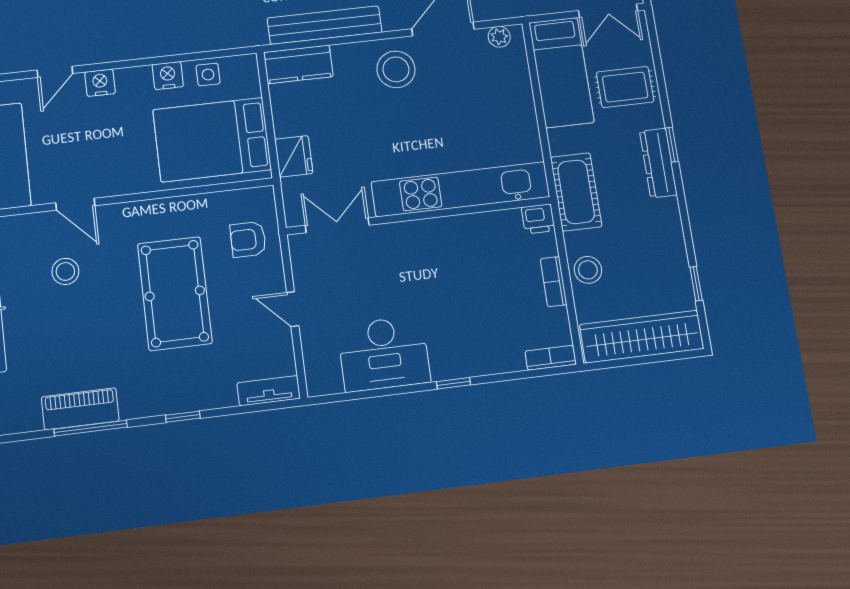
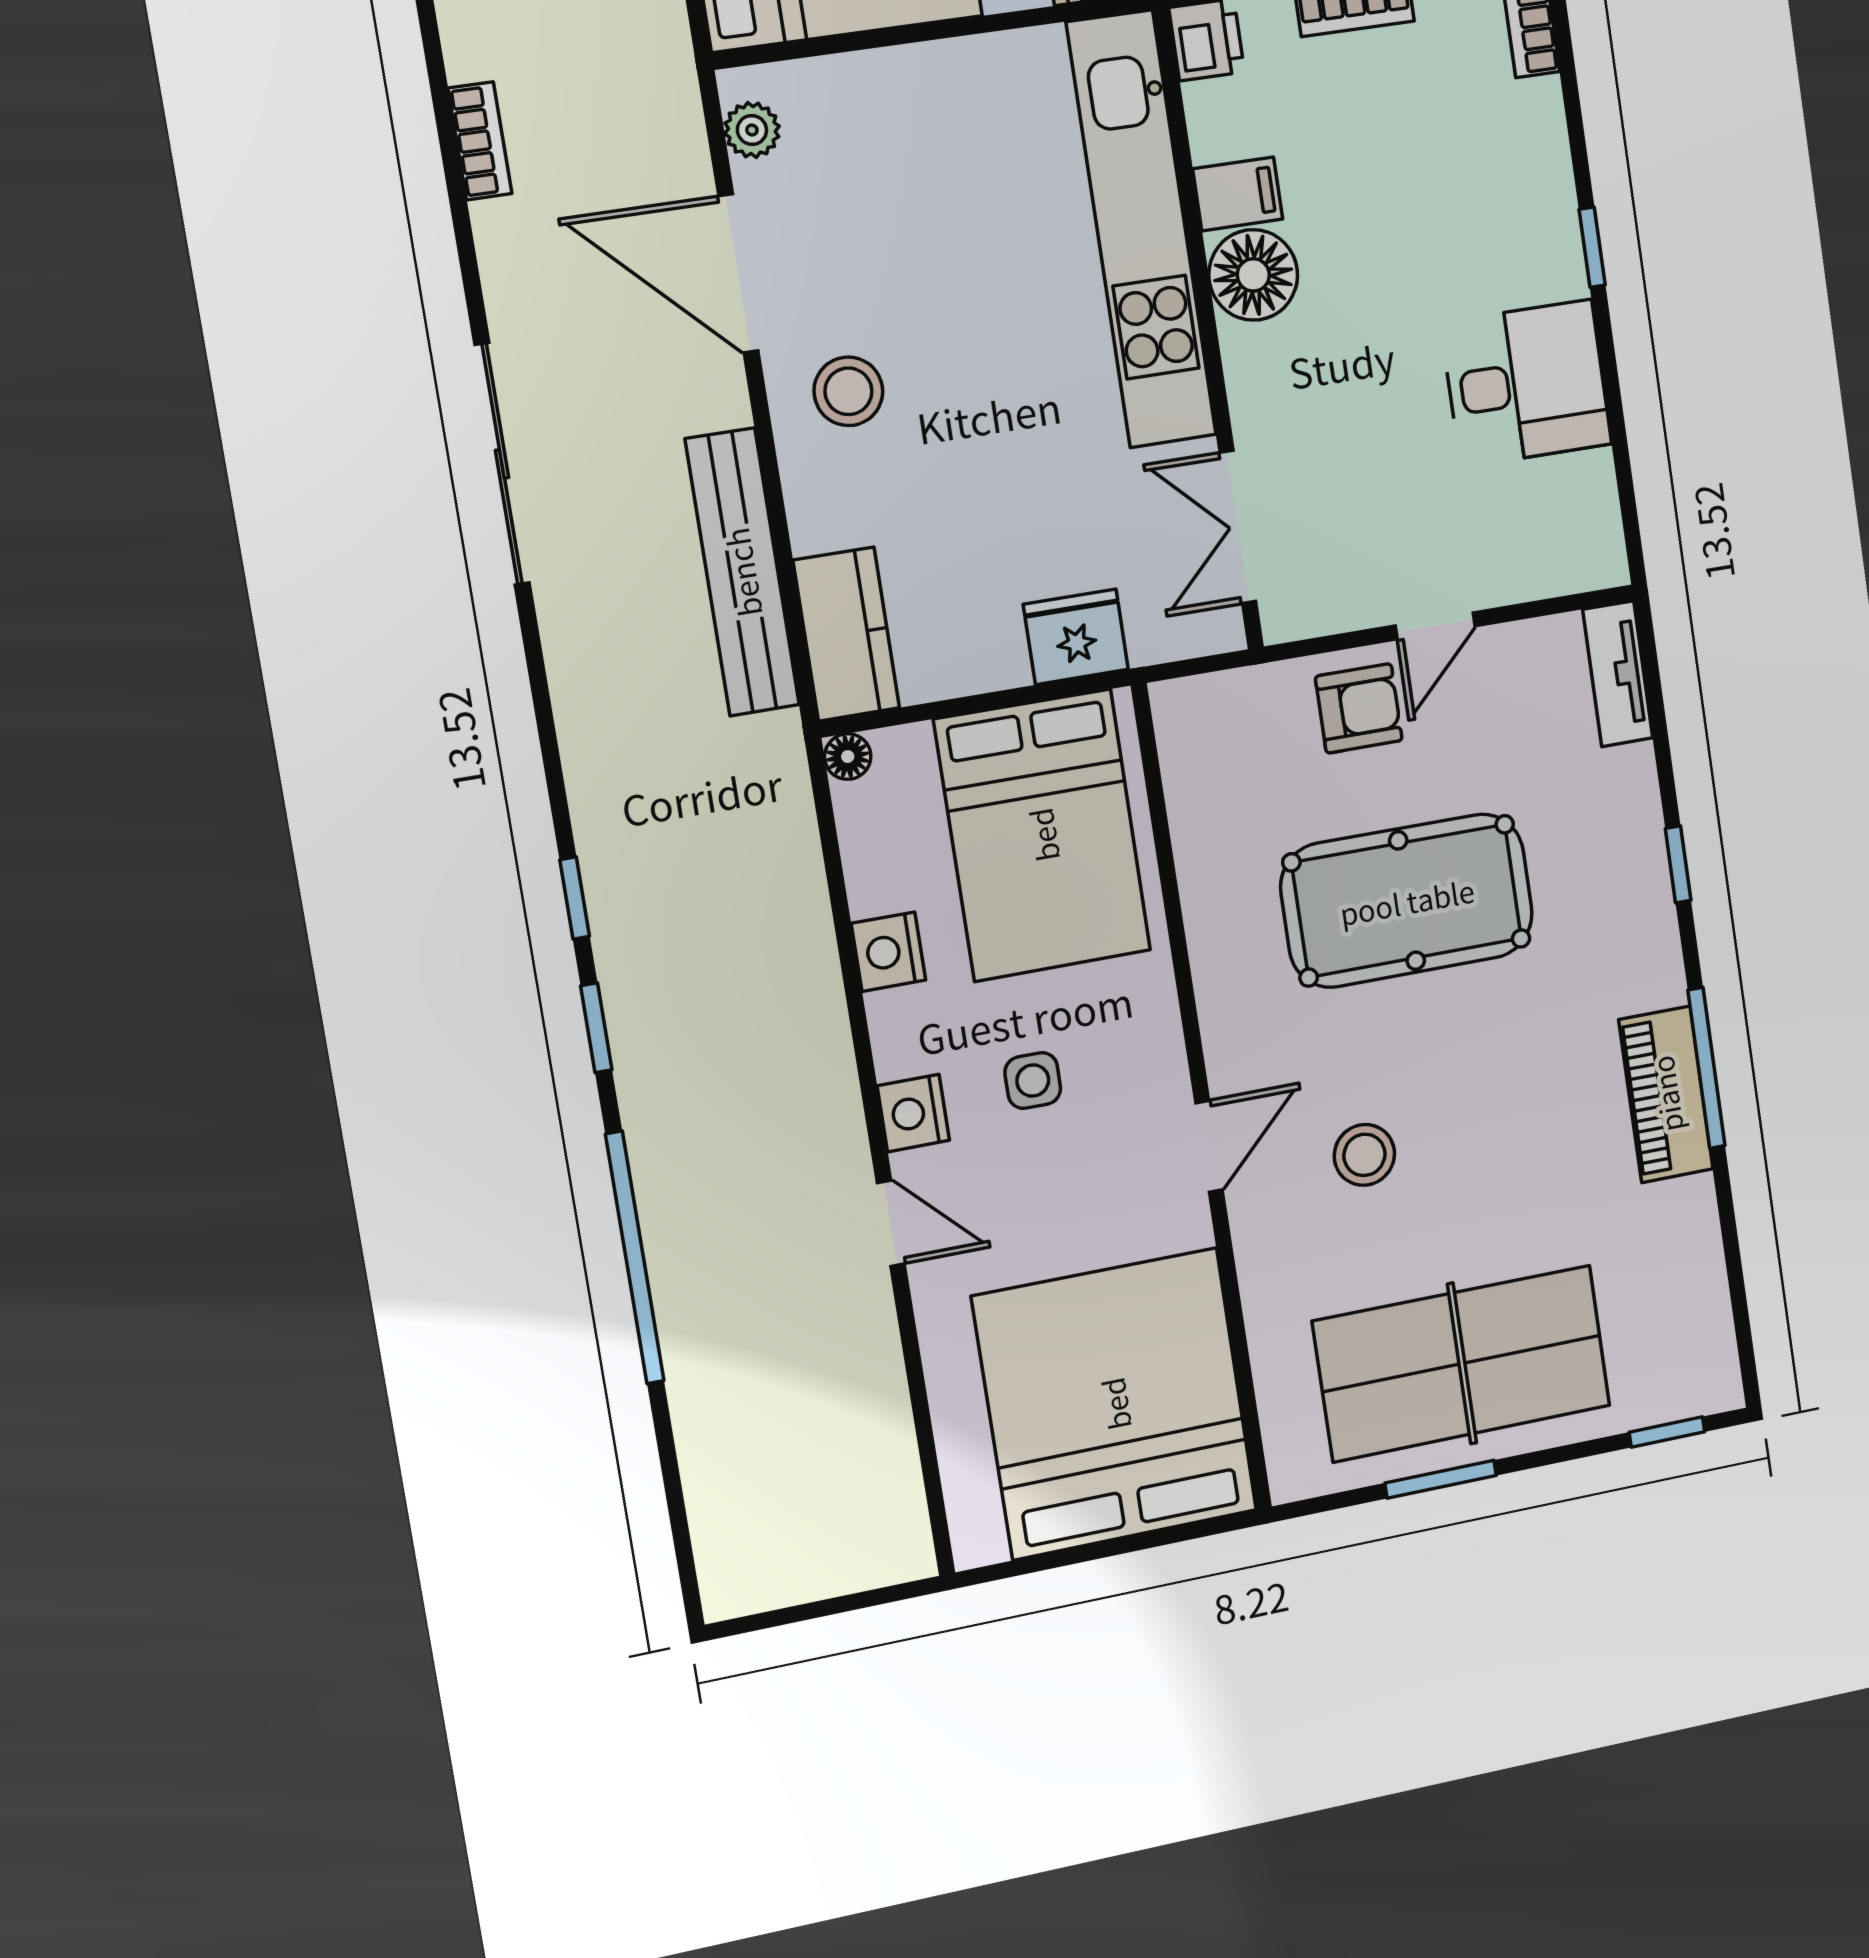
floor lamp: (249, 63) -> (848, 757), added
stool: (396, 69) -> (848, 391), width x0.73, depth x0.73
side table: (208, 75) -> (1033, 1081), moved
filing cabinet: (475, 230) -> (1238, 194), added
floor lamp: (442, 235) -> (1253, 275), added
armchair: (248, 239) -> (1359, 708), moved, turned -90
desk: (384, 354) -> (1526, 383), width x0.73

